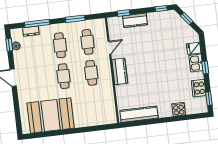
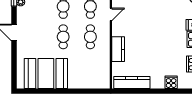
kitchen counter: (120, 71) -> (118, 49), moved

